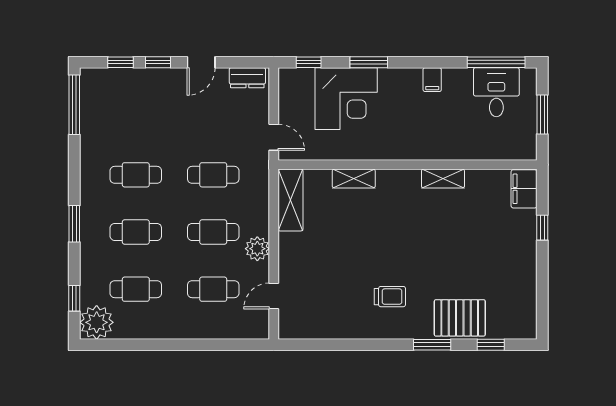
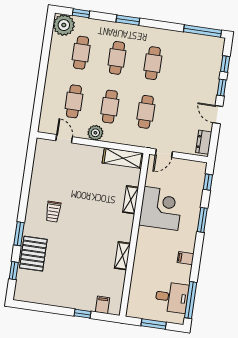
corner desk: (346, 99) -> (161, 208), moved, turned 180
filing cabinet: (524, 189) -> (102, 305), width x0.50

